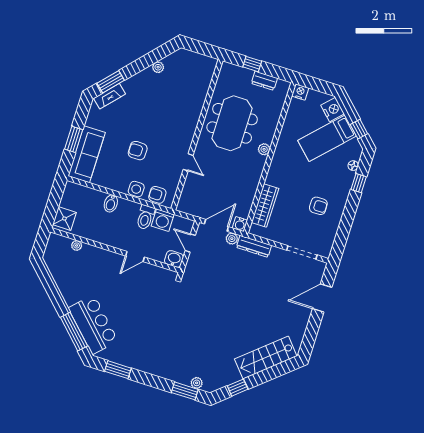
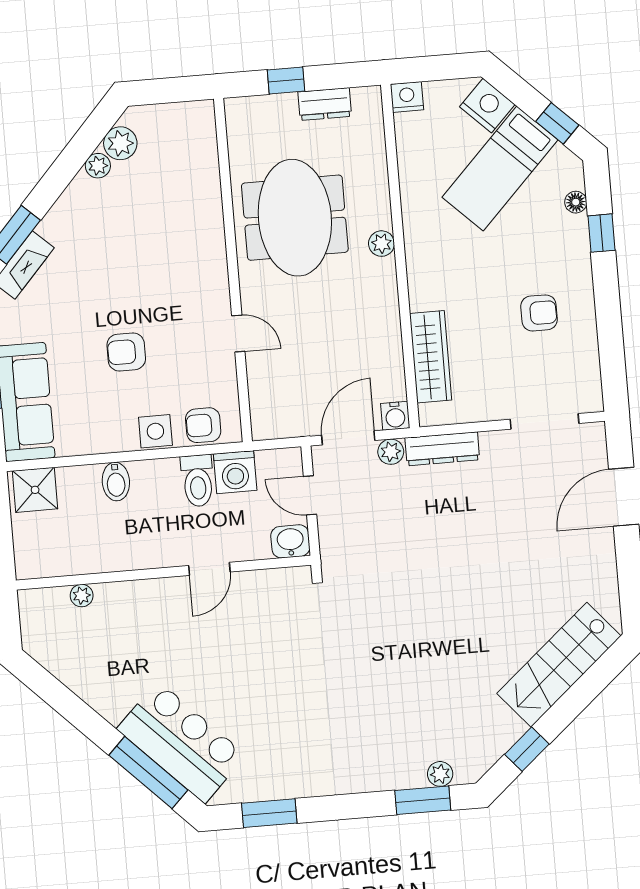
plant: (171, 62) -> (120, 143), added
shower: (64, 219) -> (35, 490), moved

